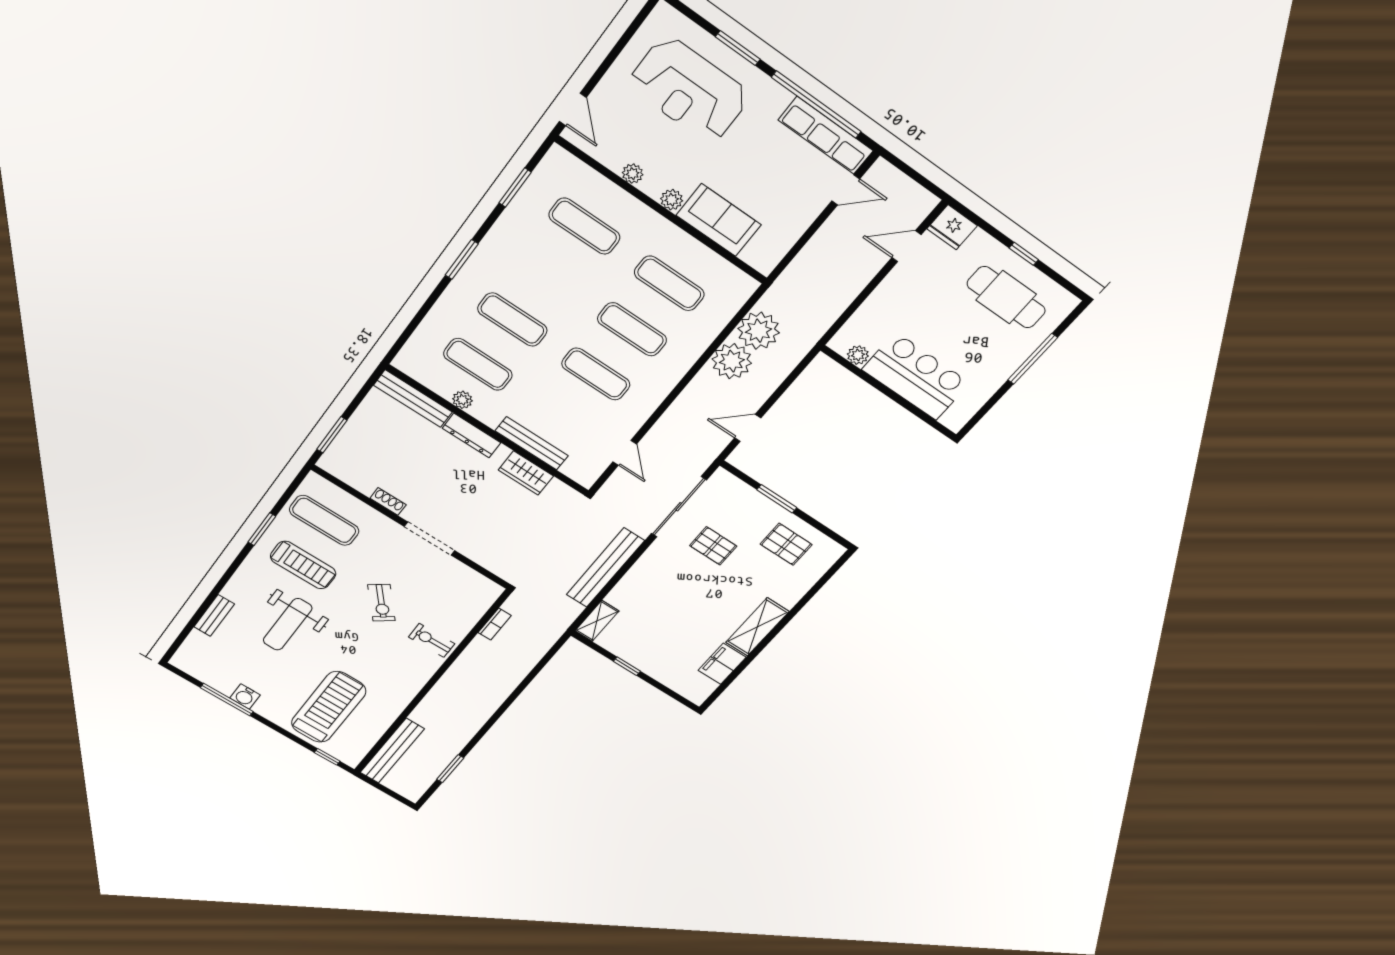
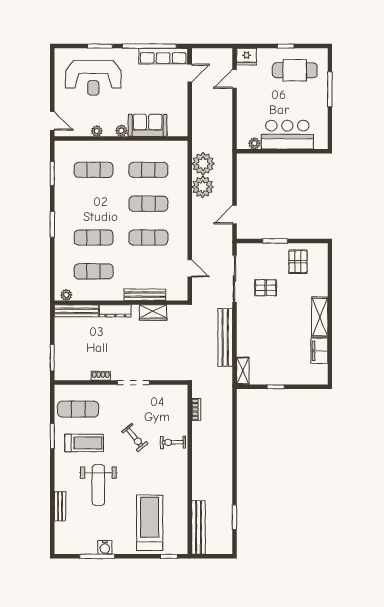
plant: (462, 400) -> (66, 295), moved
pallet: (786, 544) -> (298, 262), turned 90

